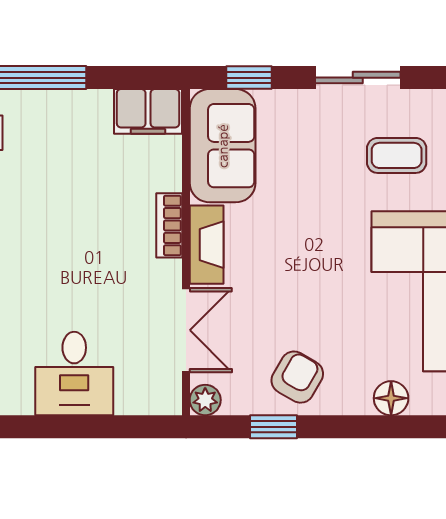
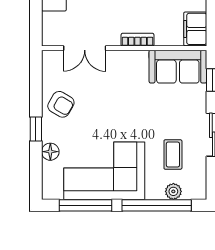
fireplace: (207, 245) -> (128, 58), removed
plant: (205, 400) -> (49, 58), removed
window: (273, 427) -> (36, 129), moved

